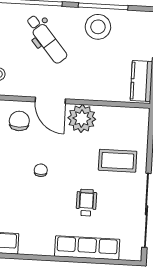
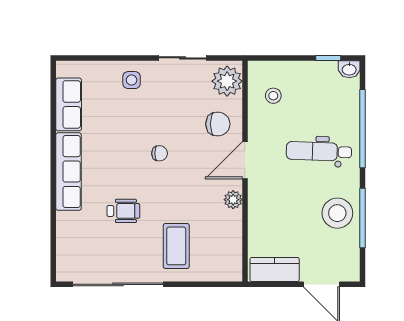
dental chair: (46, 39) -> (319, 151), turned 42
plant: (82, 118) -> (233, 200), width x0.53, depth x0.53
row of seats: (87, 248) -> (69, 172), moved

